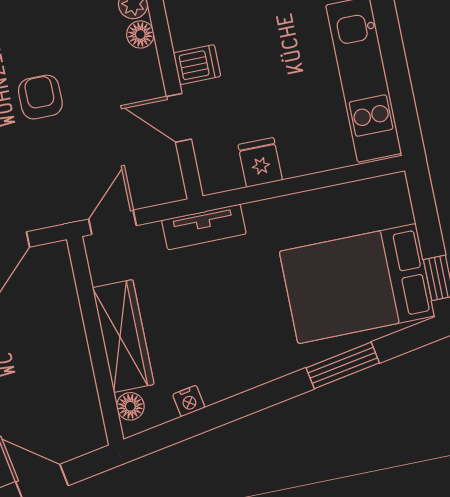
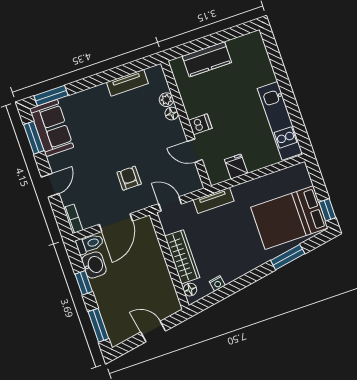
armchair: (40, 97) -> (129, 178), moved
door: (112, 222) -> (170, 204), hinge flipped

